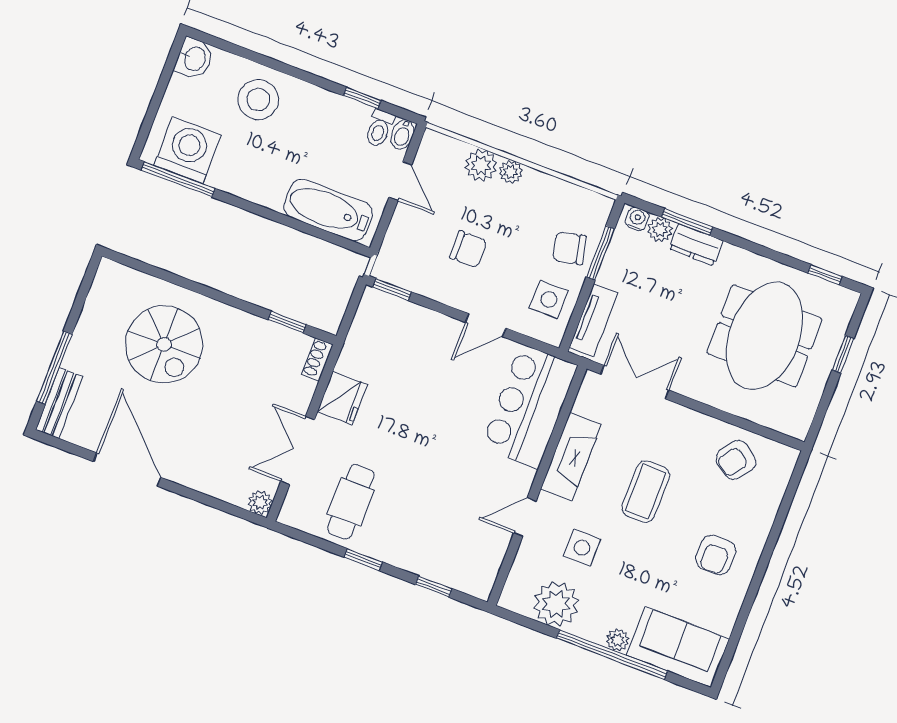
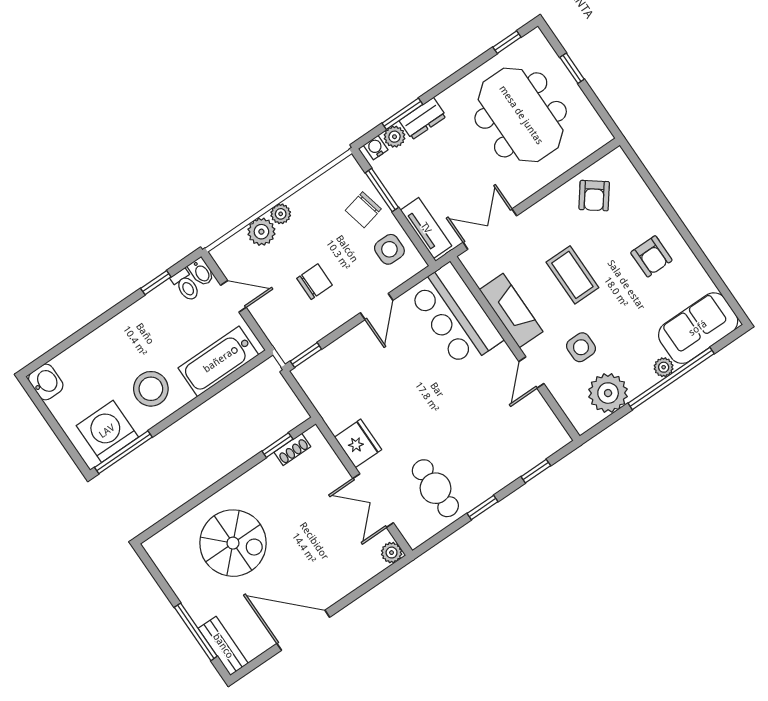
stool: (258, 100) -> (151, 389), moved
shoe rack: (317, 359) -> (292, 449), moved, turned -90

